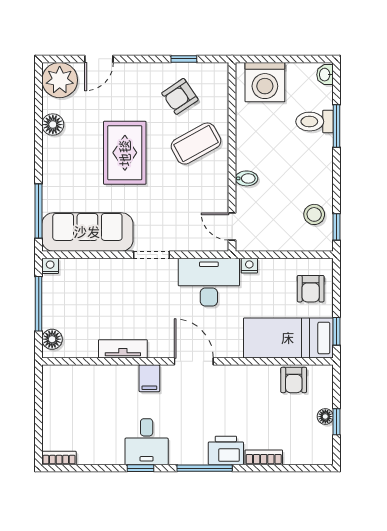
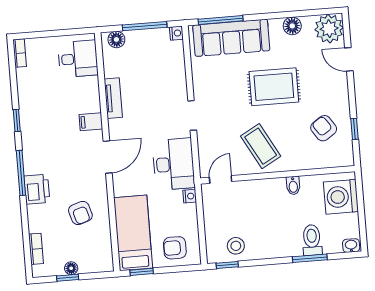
coffee table: (196, 144) -> (261, 146), moved
bidet: (247, 178) -> (293, 185), moved
sofa: (87, 232) -> (231, 38), moved, turned 90
armchair: (294, 380) -> (80, 213), moved, turned -107
desk: (147, 442) -> (78, 59), moved, turned 180
bookcase: (264, 457) -> (36, 249), moved

